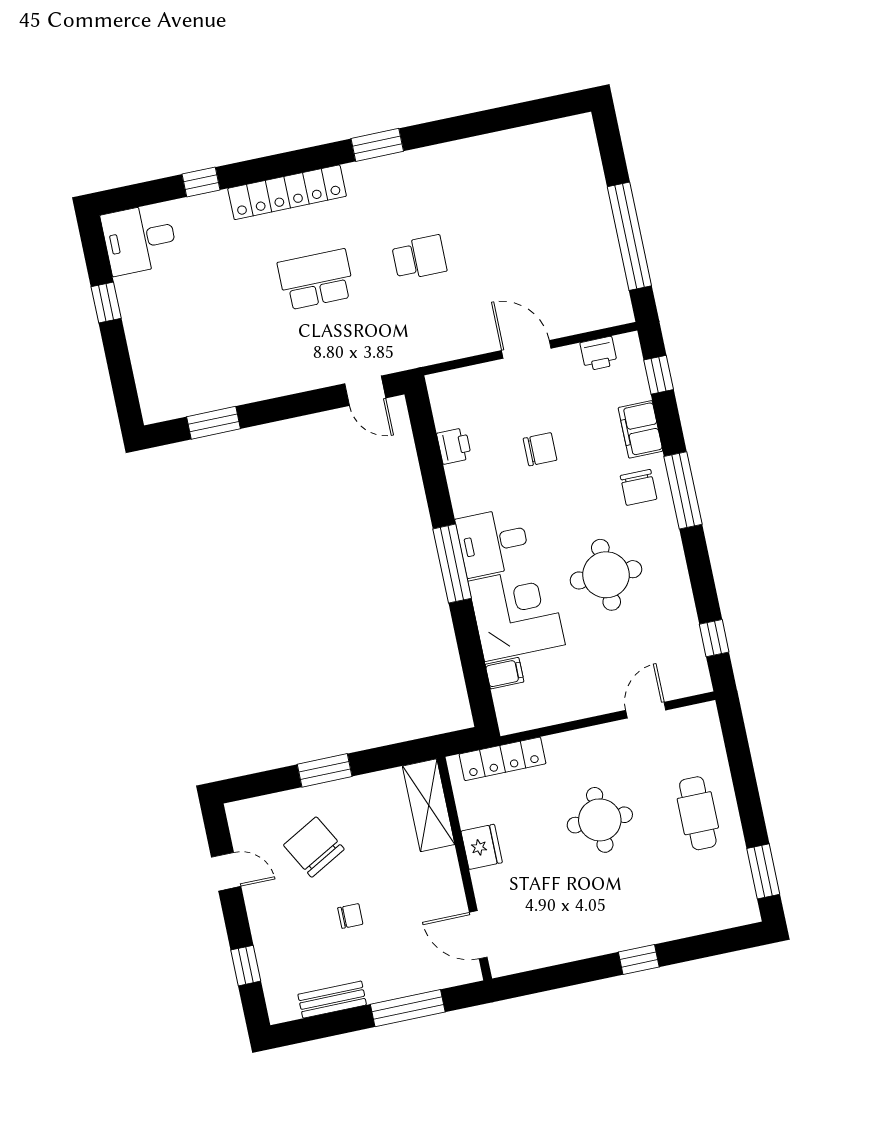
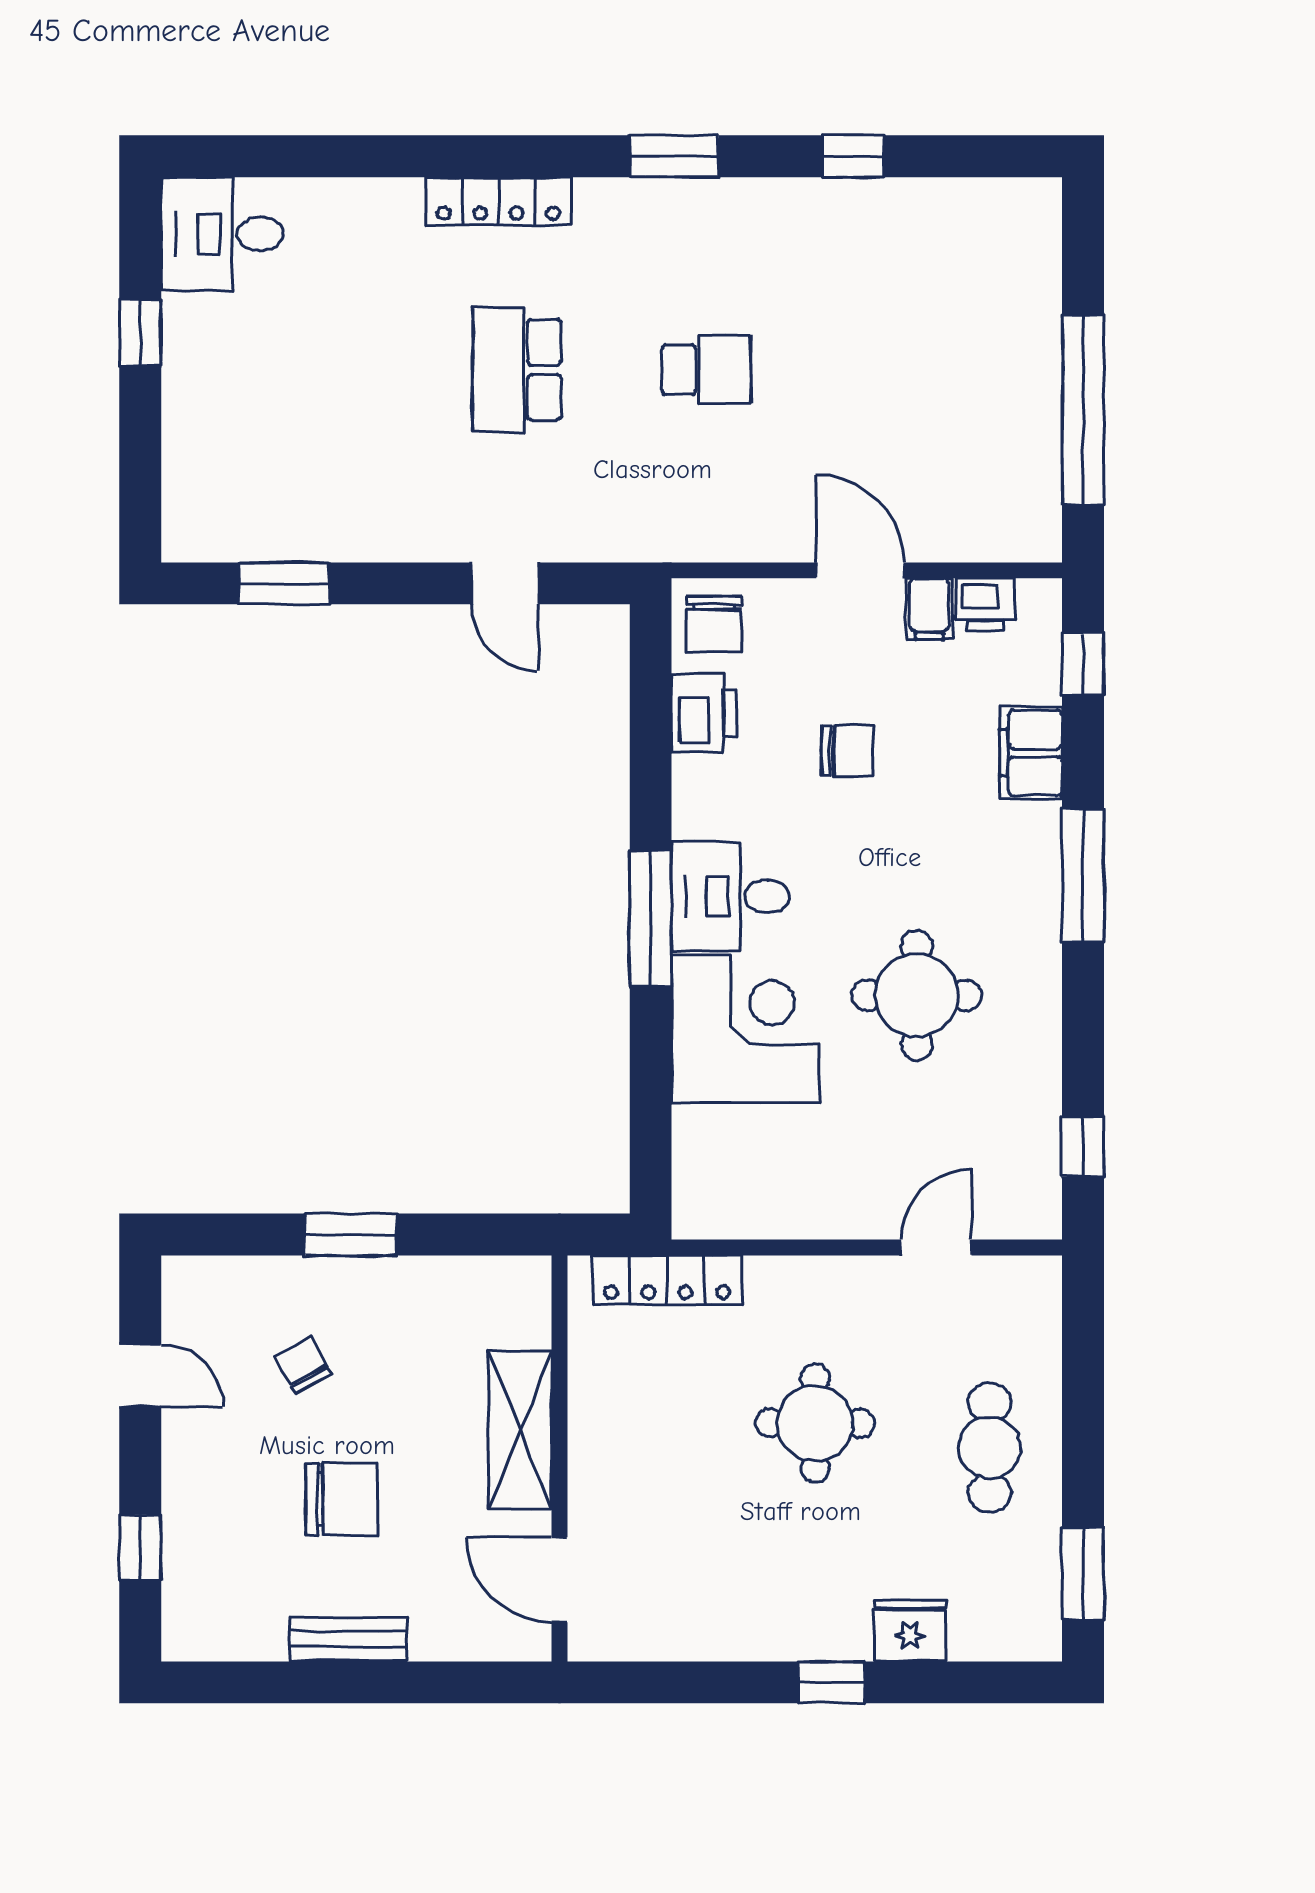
window: (201, 182) -> (853, 156), moved
locker: (287, 192) -> (498, 201), width x0.71, depth x0.83
school desk: (316, 279) -> (517, 370), turned -90
door: (365, 391) -> (505, 583), moved
printer: (454, 446) -> (704, 713), width x1.36, depth x1.24
chair: (638, 487) -> (714, 624), moved
filing cabinet: (505, 673) -> (929, 609), moved, turned 90
shelving: (429, 805) -> (520, 1430), moved
chair: (314, 847) -> (303, 1365), width x0.54, depth x0.54
fridge: (482, 847) -> (910, 1631), moved, turned -90
chair: (350, 916) -> (342, 1499), width x1.87, depth x1.87
bench: (332, 1000) -> (348, 1639), moved
window: (408, 1008) -> (409, 1682), removed

